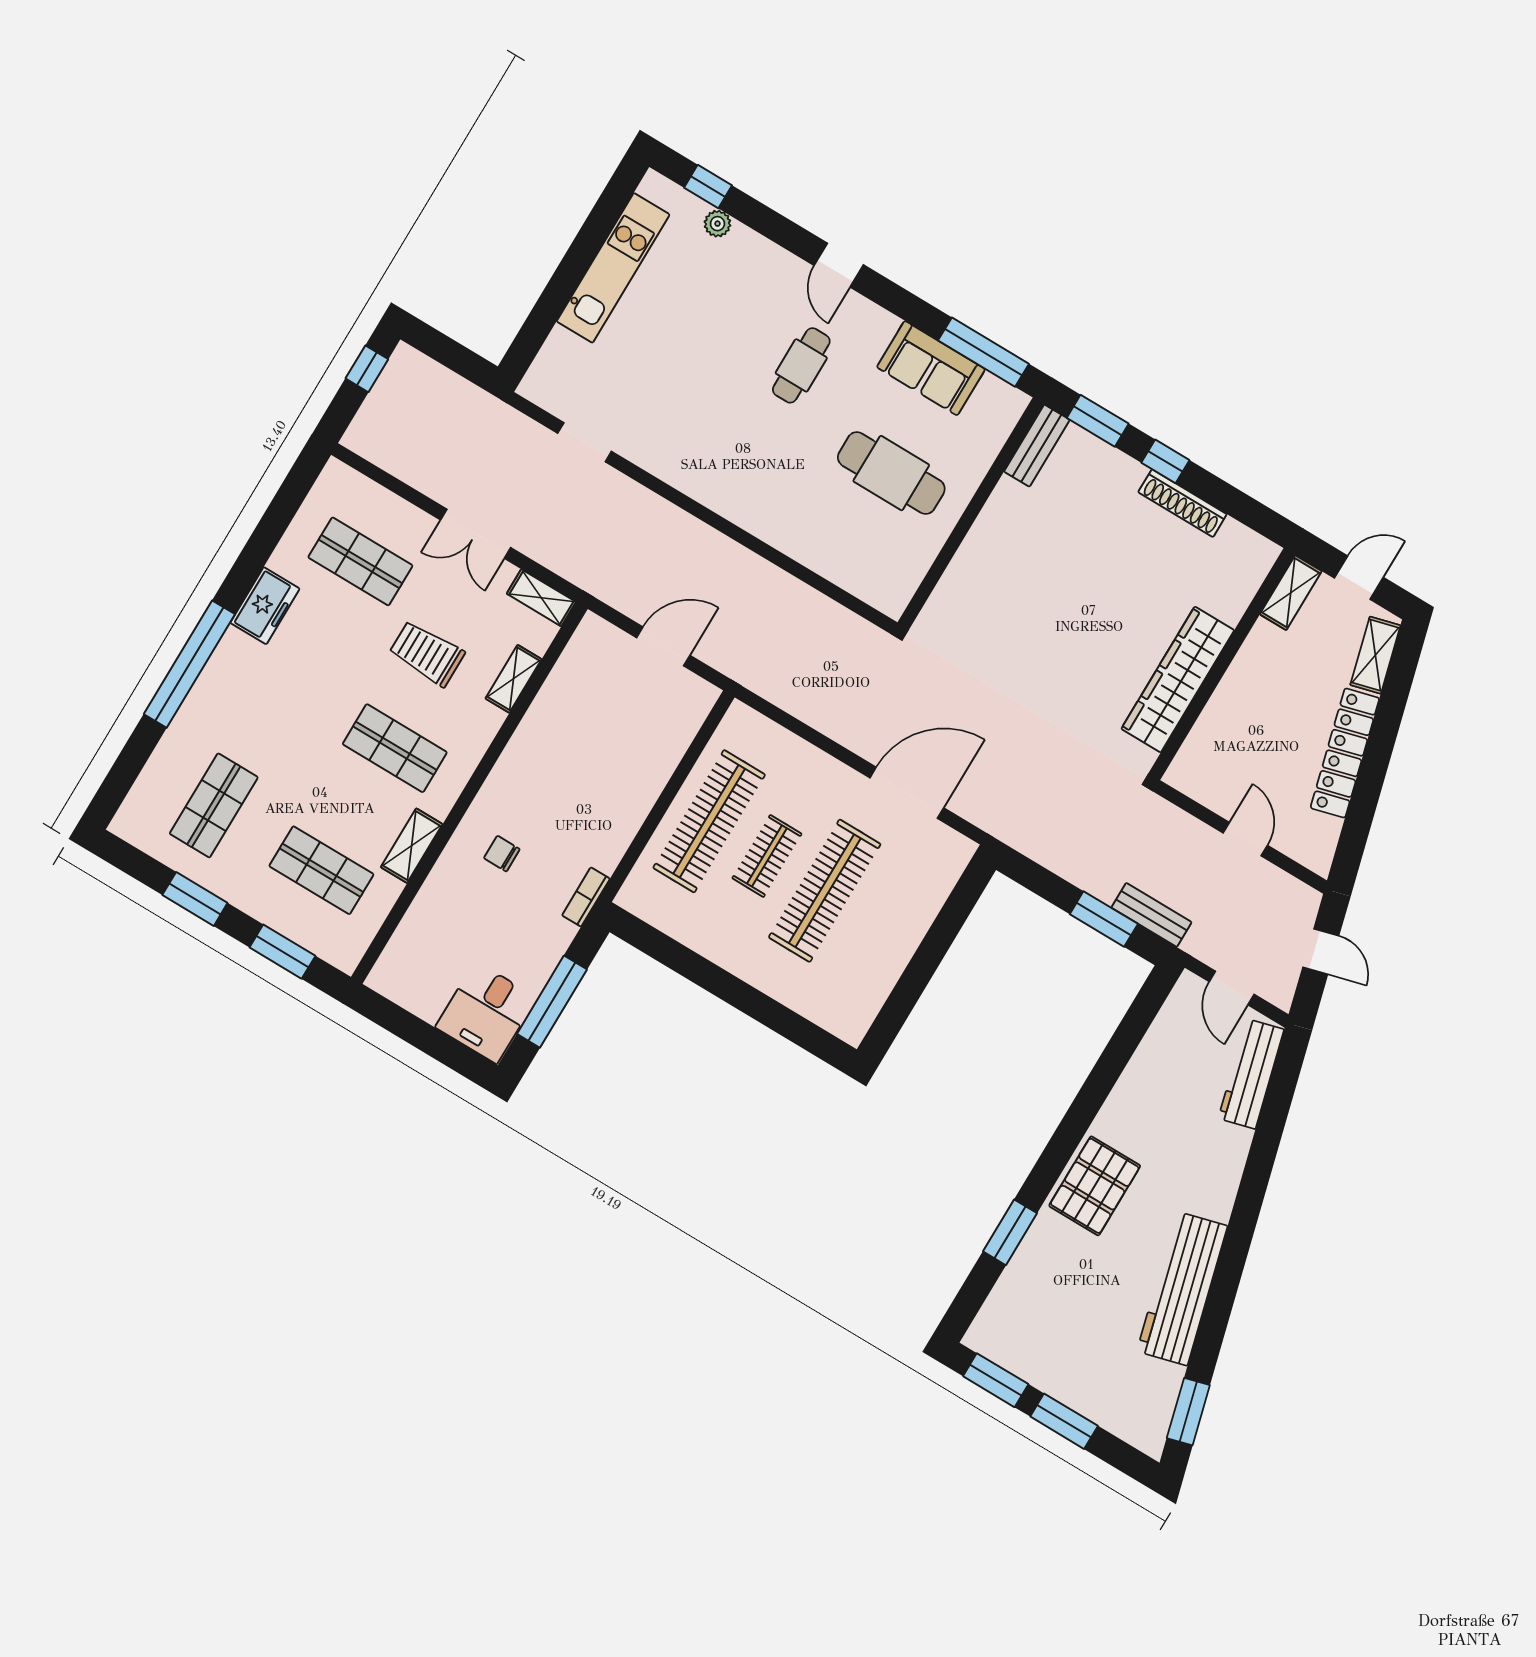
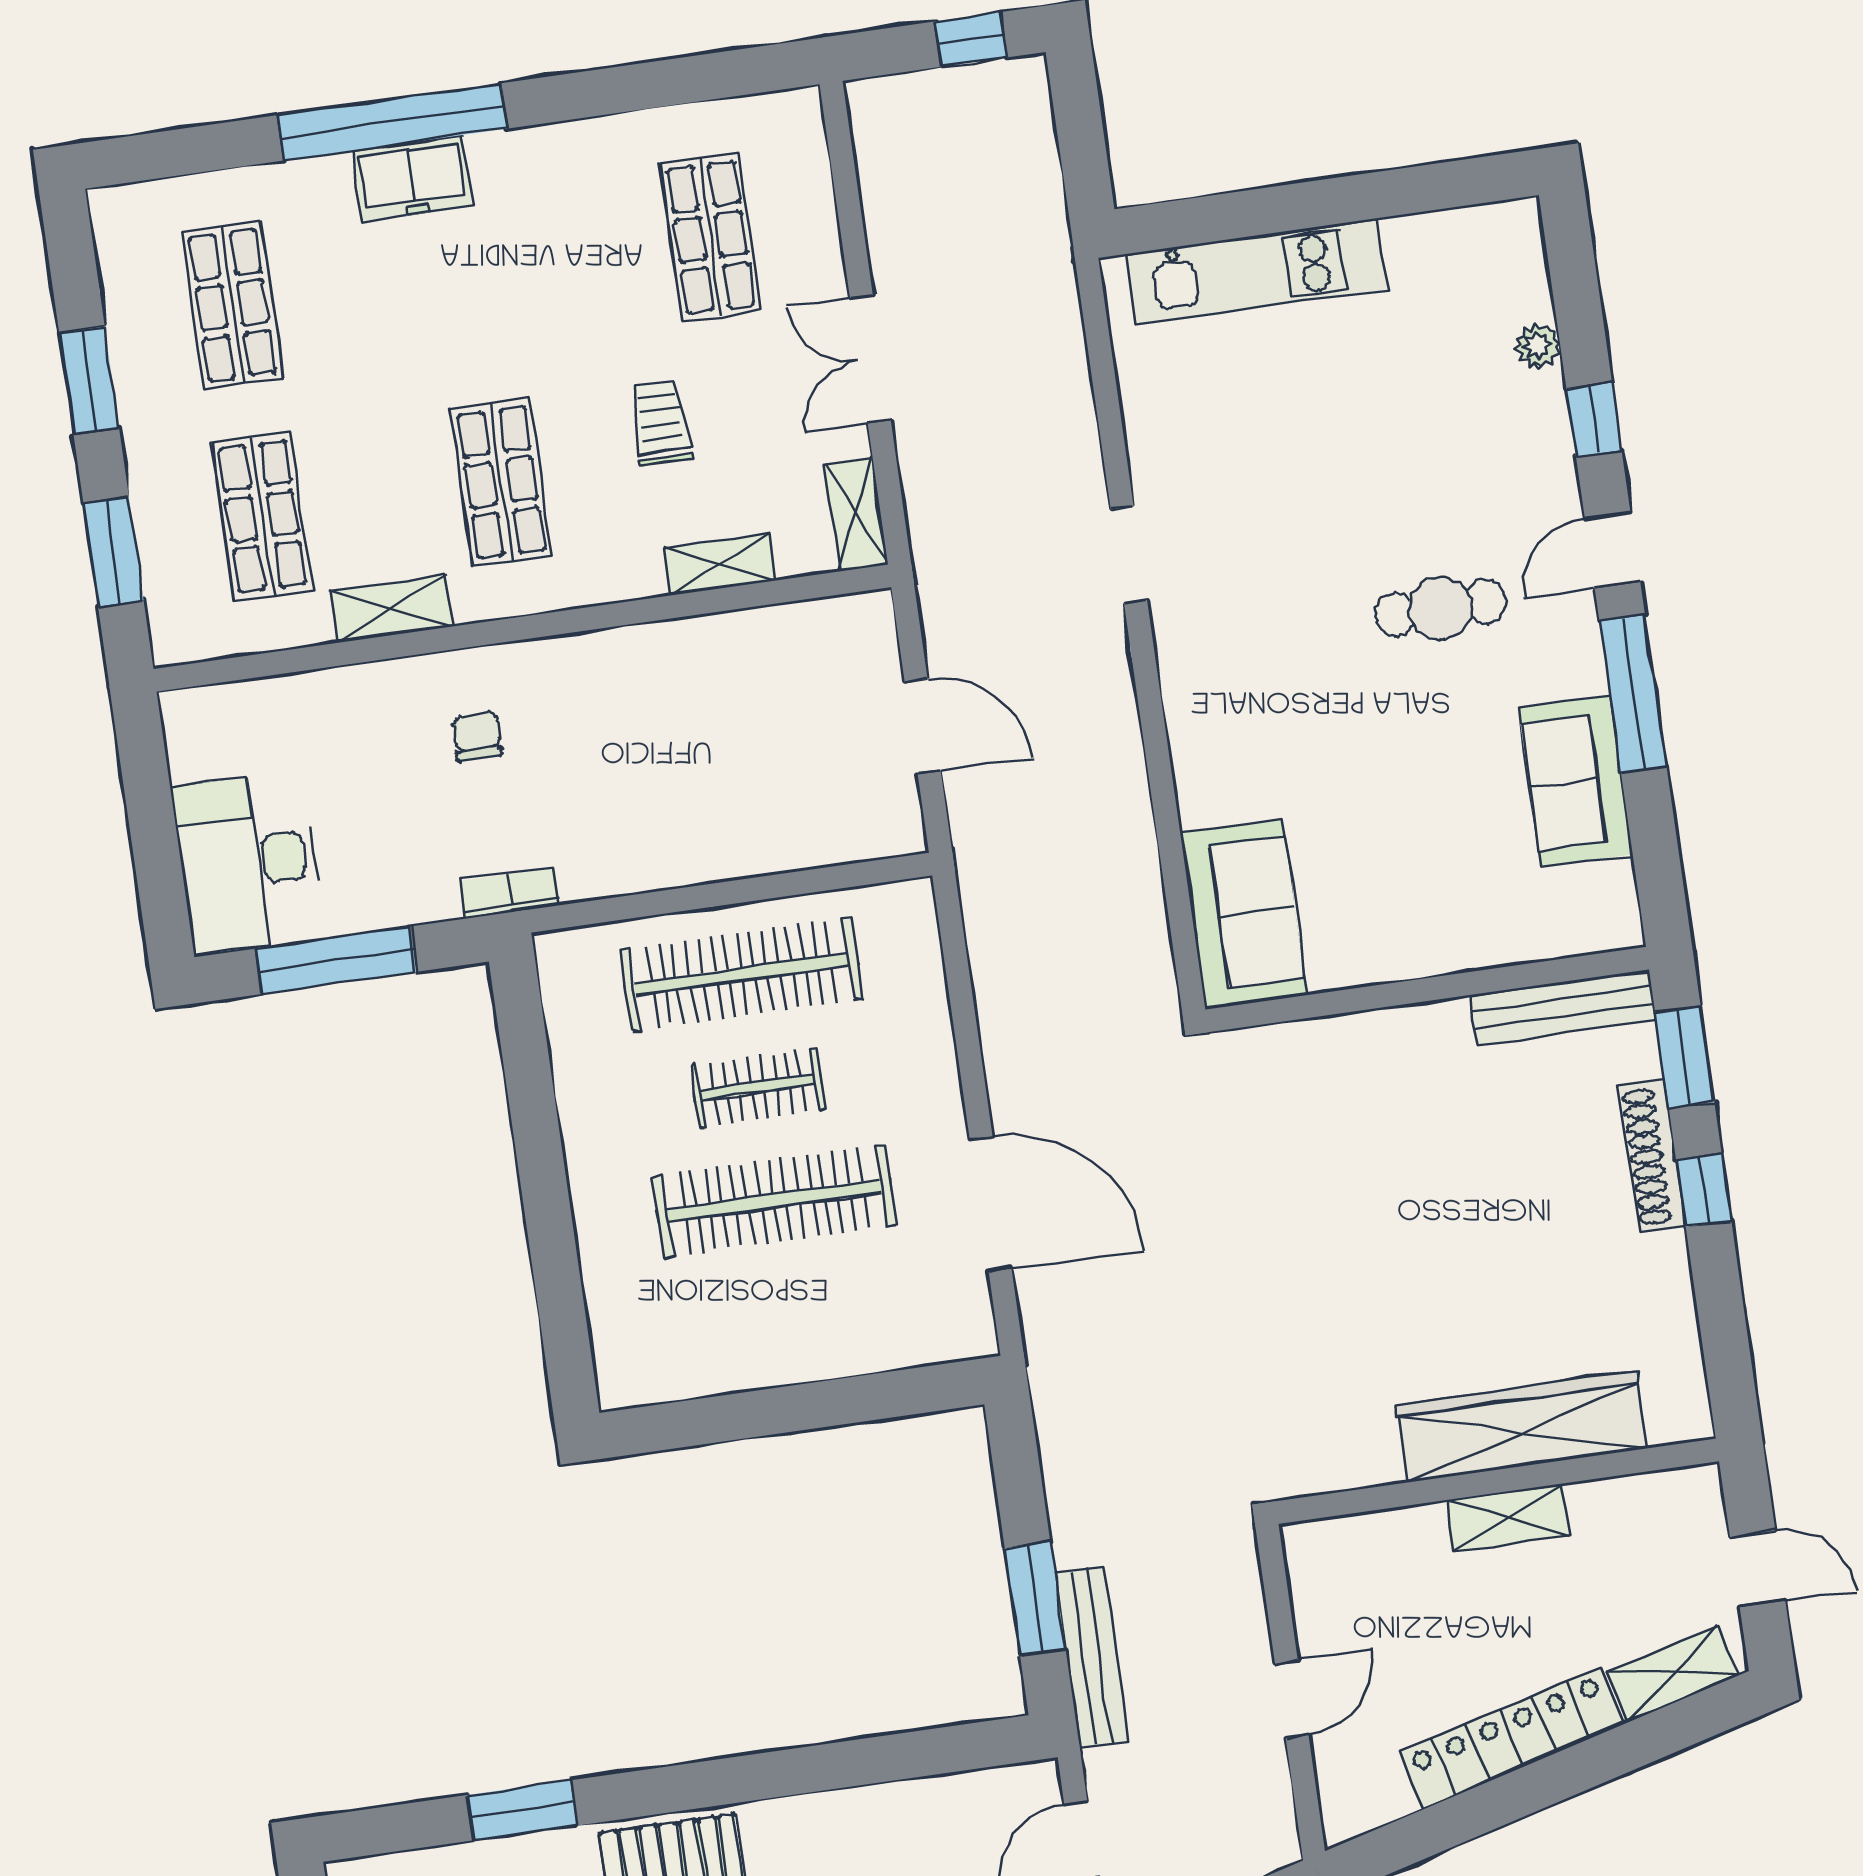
window: (708, 187) -> (1594, 420), moved
kitchen unit: (613, 268) -> (1256, 272), moved
window: (983, 352) -> (1633, 694), moved
doorway: (585, 442) -> (1129, 555), moved
bench: (1037, 446) -> (1563, 1007), width x1.36
cafe table: (891, 473) -> (1395, 841), removed
shoe rack: (1182, 503) -> (1653, 1156), moved
sofa: (868, 569) -> (1244, 914), added
shelving: (1291, 593) -> (1508, 1518), moved
freezer: (265, 606) -> (412, 178), moved
trolley: (427, 653) -> (661, 423), width x0.73, depth x0.72
wardrobe: (1178, 680) -> (1522, 1427), moved
shop shelf: (214, 805) -> (232, 305), turned 90
bench: (1151, 915) -> (1092, 1657), width x1.36
desk: (486, 1012) -> (248, 862), width x1.37

